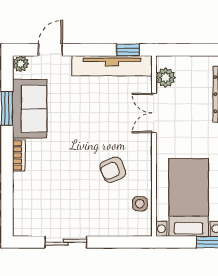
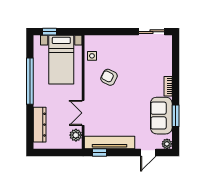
double door: (154, 113) -> (83, 113), swing flipped
armchair: (113, 170) -> (109, 77), turned -130
sliding door: (66, 242) -> (152, 32), moved

